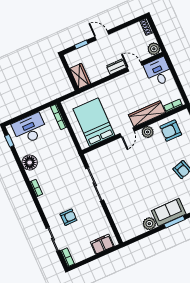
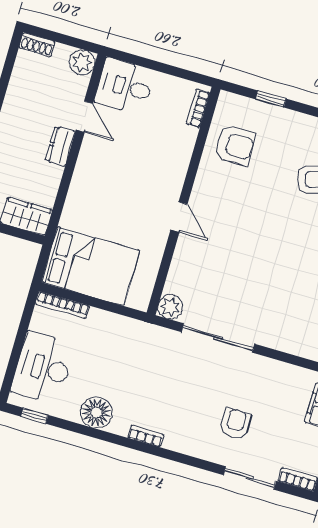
door: (135, 66) -> (84, 117), swing flipped
wardrobe: (147, 114) -> (176, 160), removed
bed: (94, 122) -> (90, 266), moved, turned 180
armchair: (171, 131) -> (235, 145), turned -90
plant: (148, 132) -> (170, 307), moved

